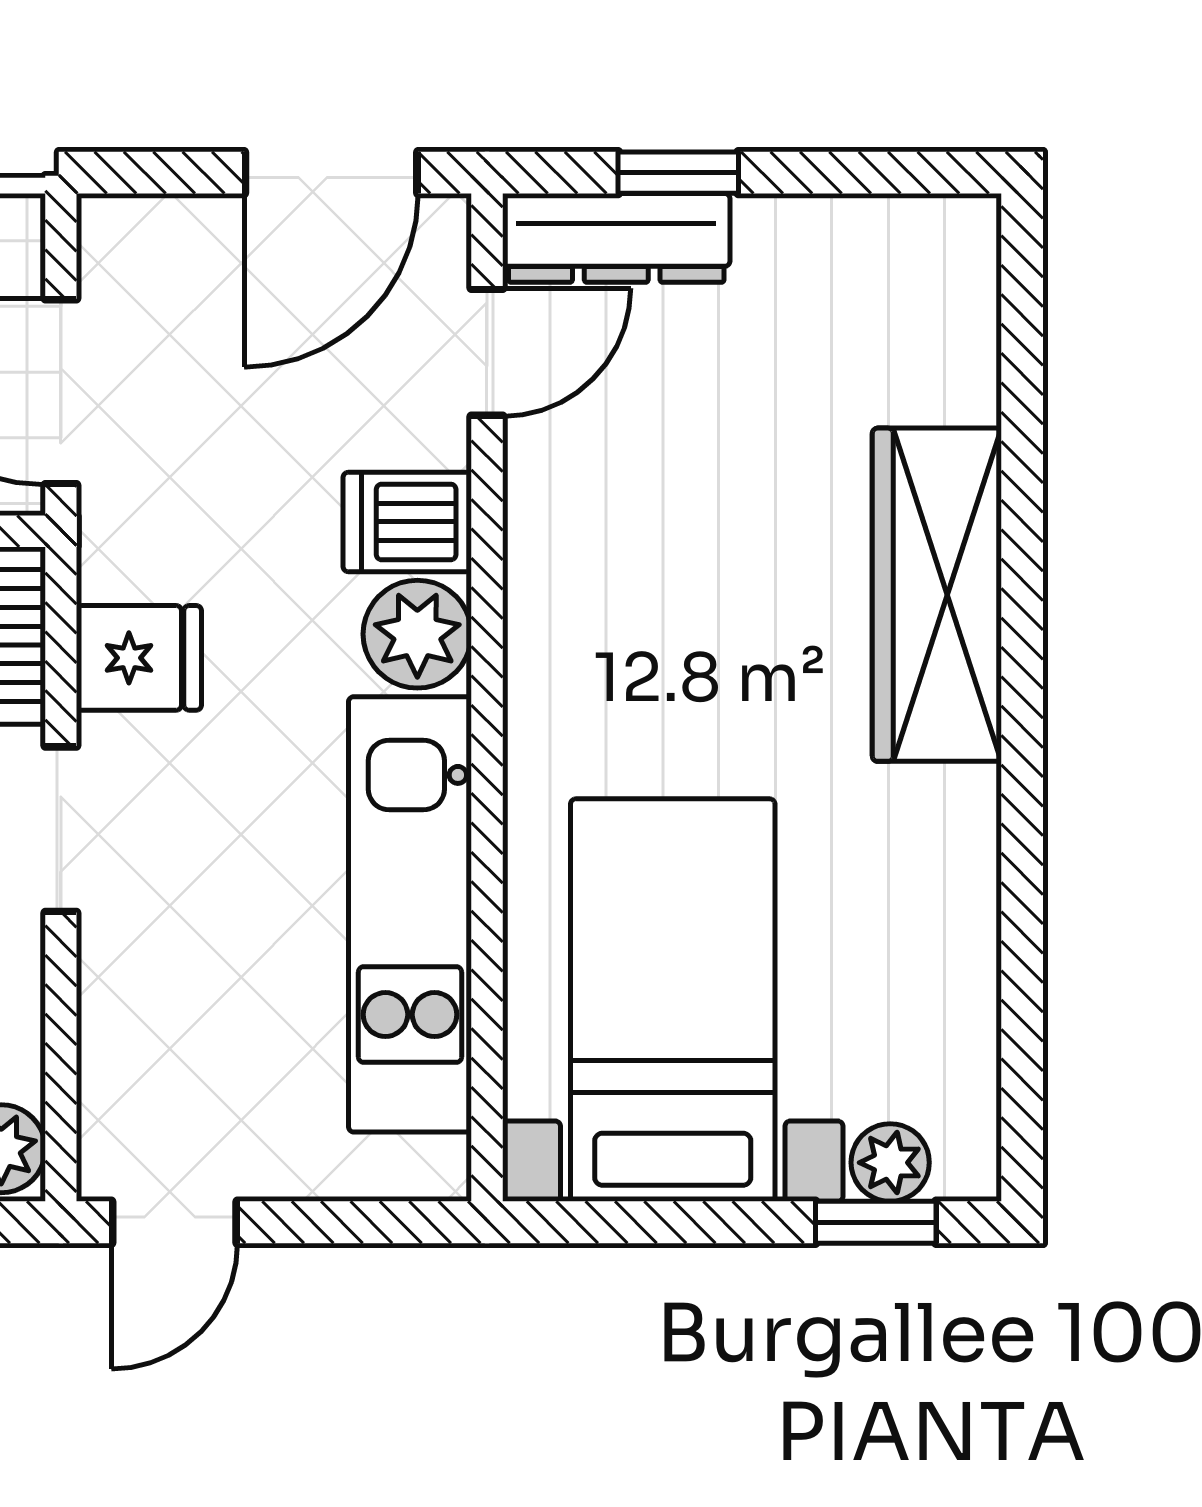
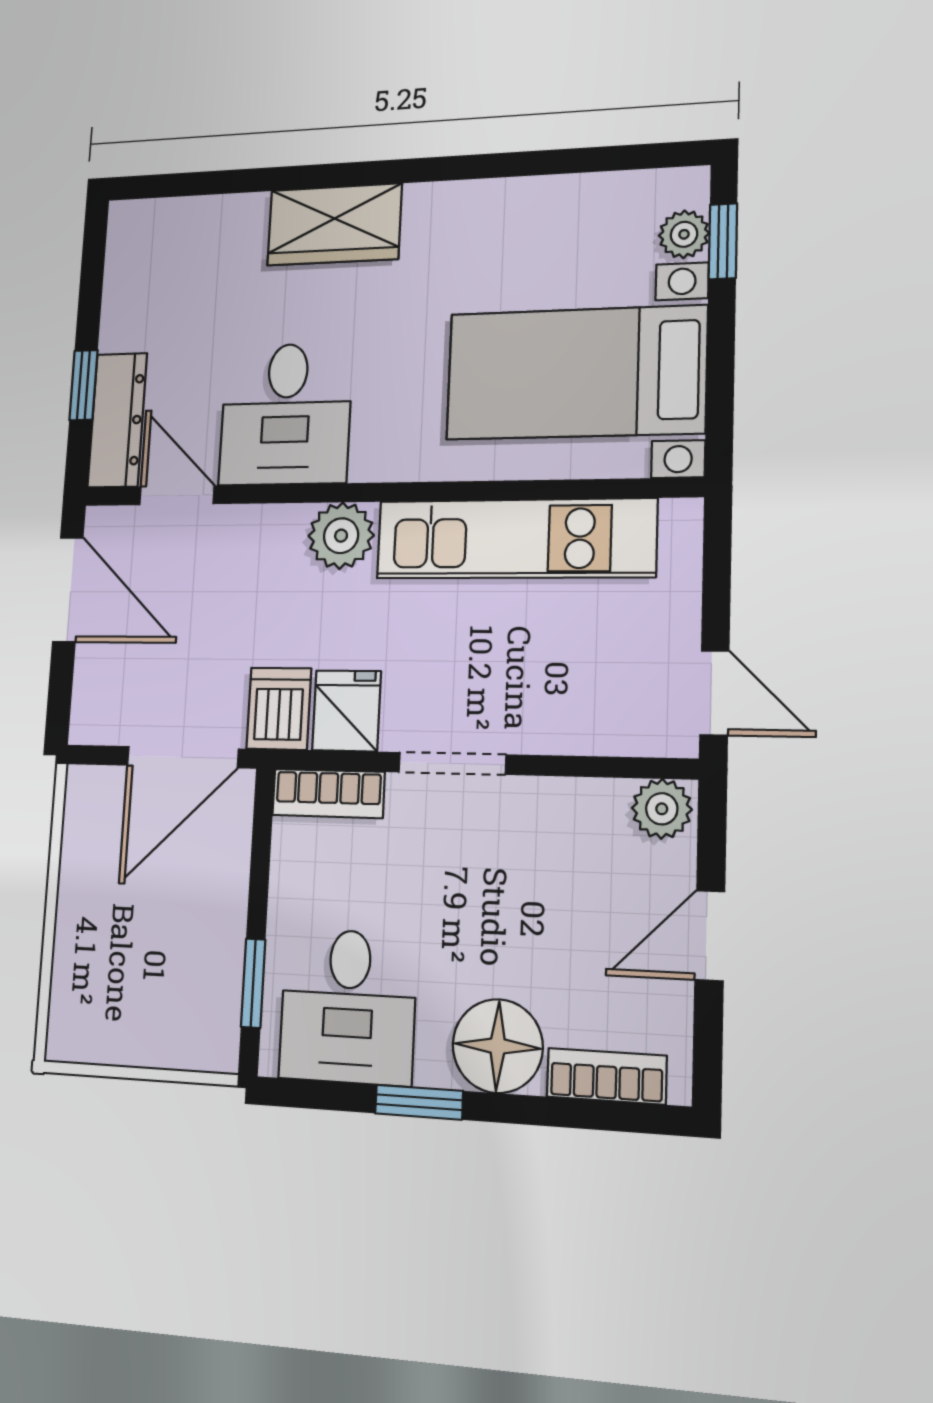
dishwasher: (407, 522) -> (279, 709), moved, turned 180
desk: (619, 530) -> (286, 414), added
wardrobe: (937, 595) -> (334, 225), width x0.67

